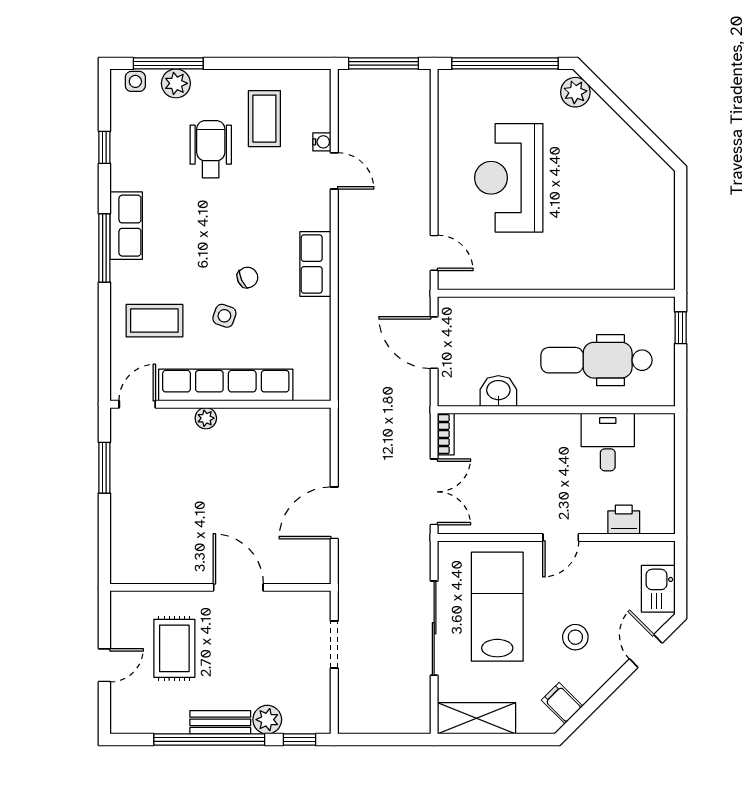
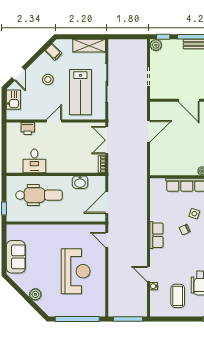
plant: (575, 92) -> (35, 294), moved
sofa: (652, 212) -> (16, 257), added
door: (434, 343) -> (107, 202), swing flipped
plant: (267, 720) -> (156, 45), moved

